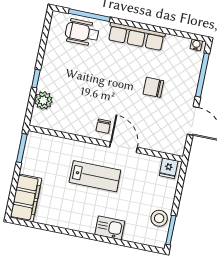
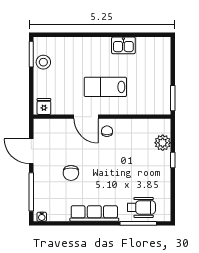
chair: (153, 87) -> (71, 173), turned 90
filing cabinet: (26, 198) -> (161, 56), removed
kitchen sink: (110, 228) -> (123, 45), moved

